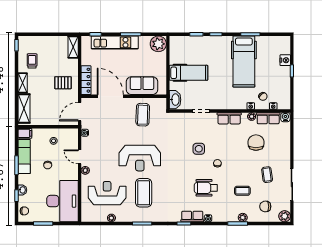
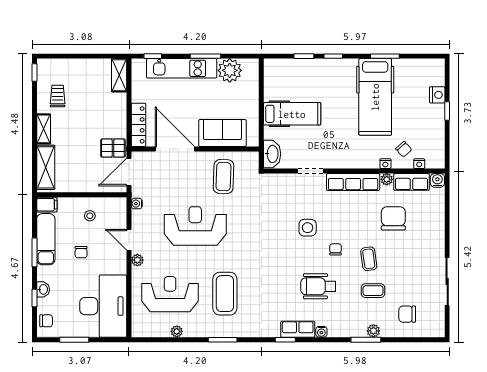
plant: (158, 44) -> (230, 70), moved
pallet: (63, 83) -> (113, 148), moved
row of seats: (229, 118) -> (353, 182), width x1.48
reception desk: (140, 158) -> (195, 226), moved, turned 180
coffee table: (267, 175) -> (369, 259), moved
plant: (285, 216) -> (436, 329), removed

